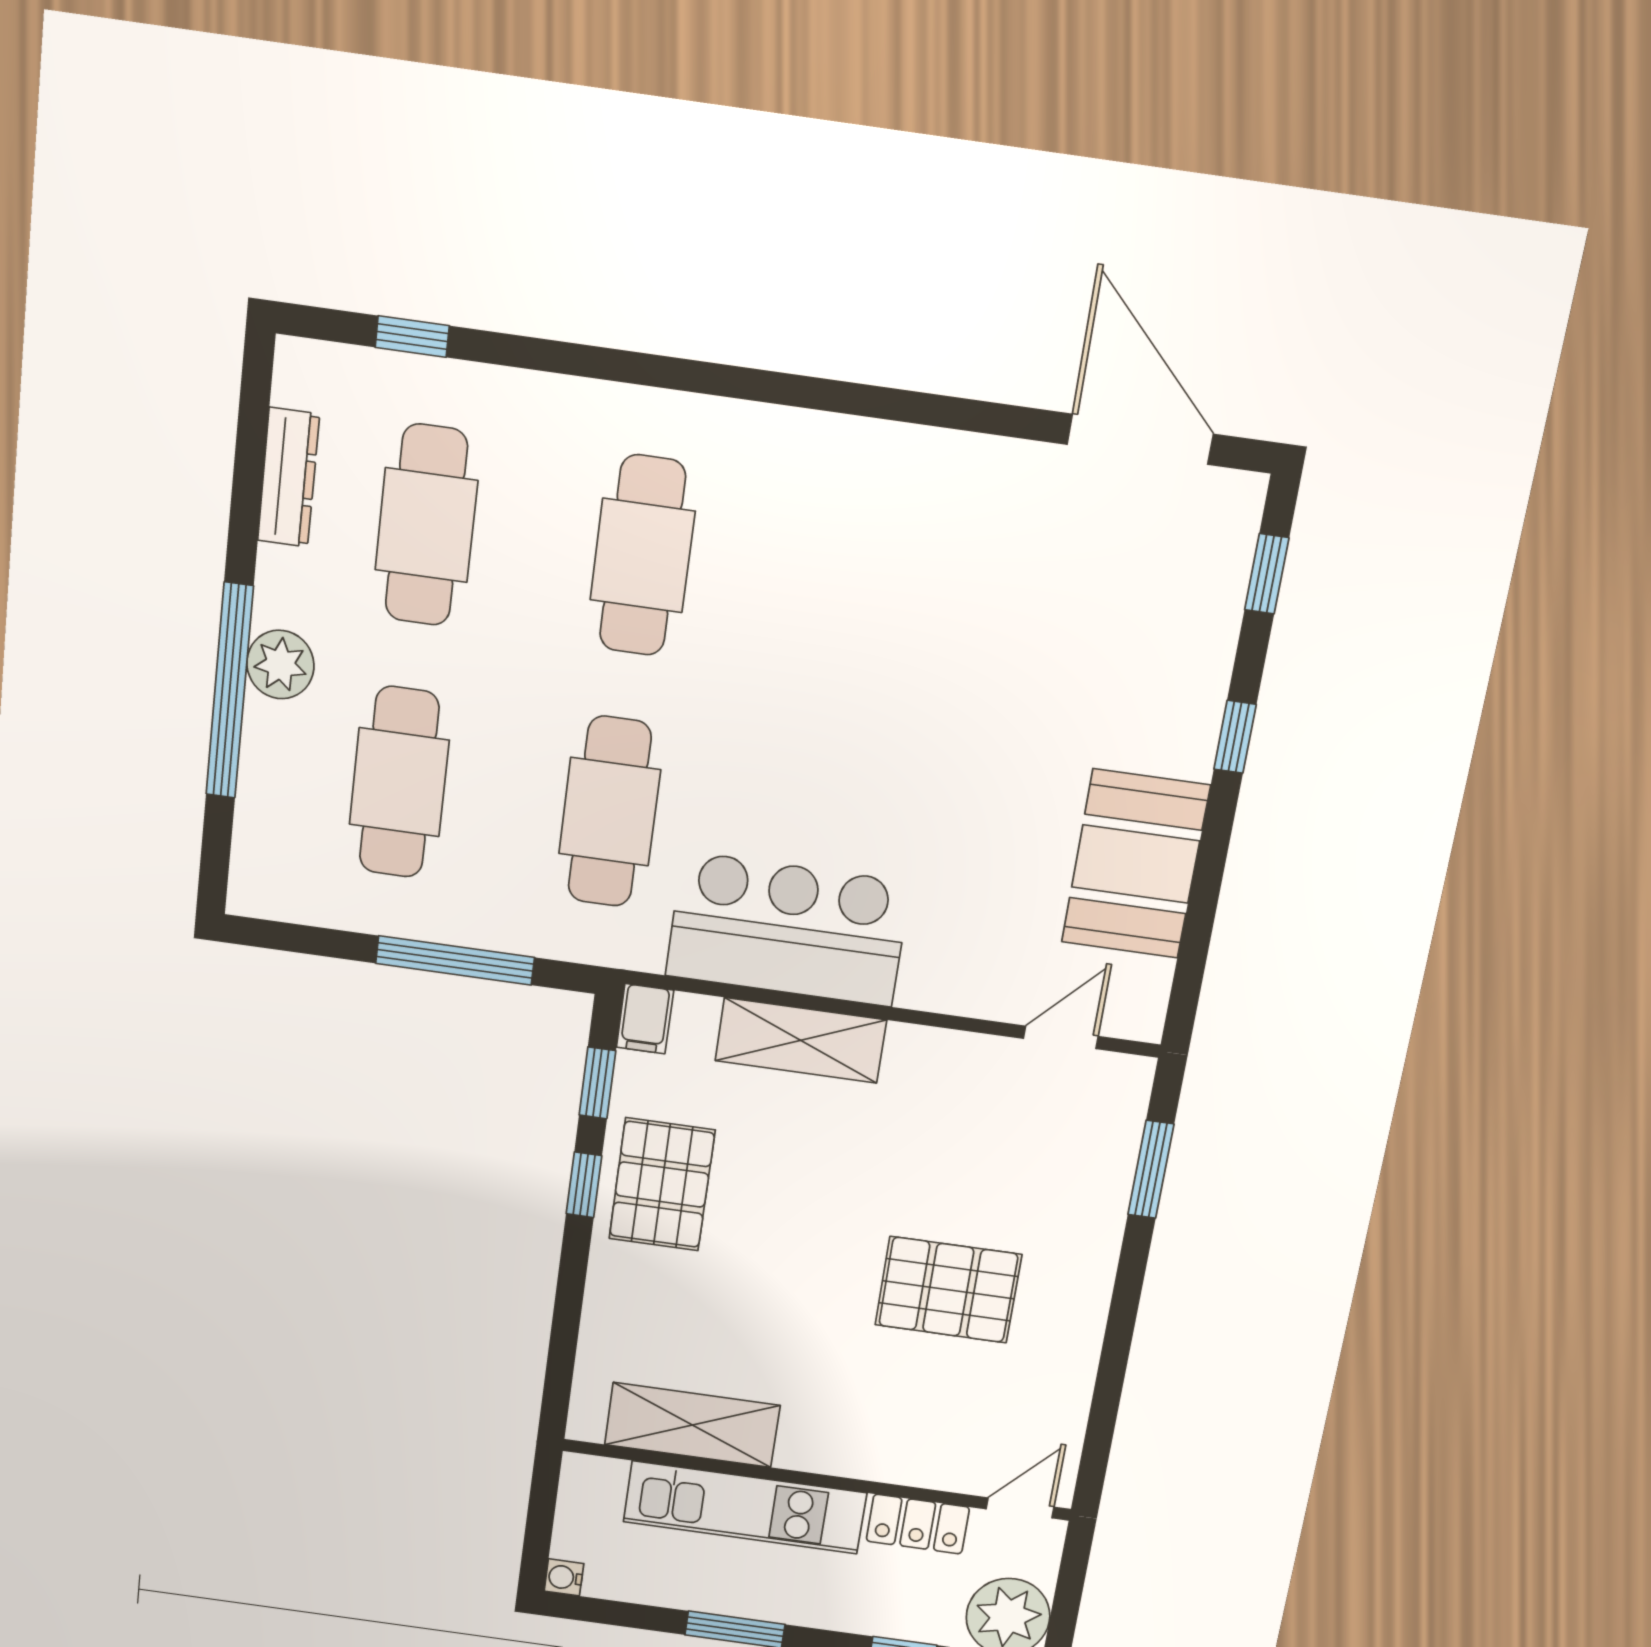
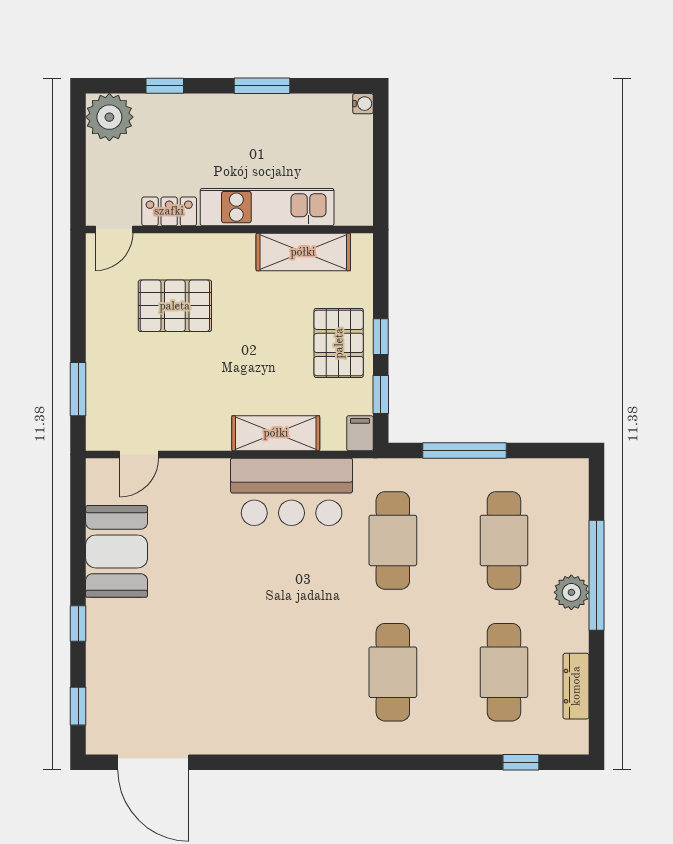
shelving: (692, 1425) -> (303, 252), moved
wall: (817, 1480) -> (229, 230), moved
kitchen unit: (745, 1507) -> (267, 207), moved
door: (1020, 1508) -> (114, 230), moved
locker: (918, 1524) -> (169, 211), moved

